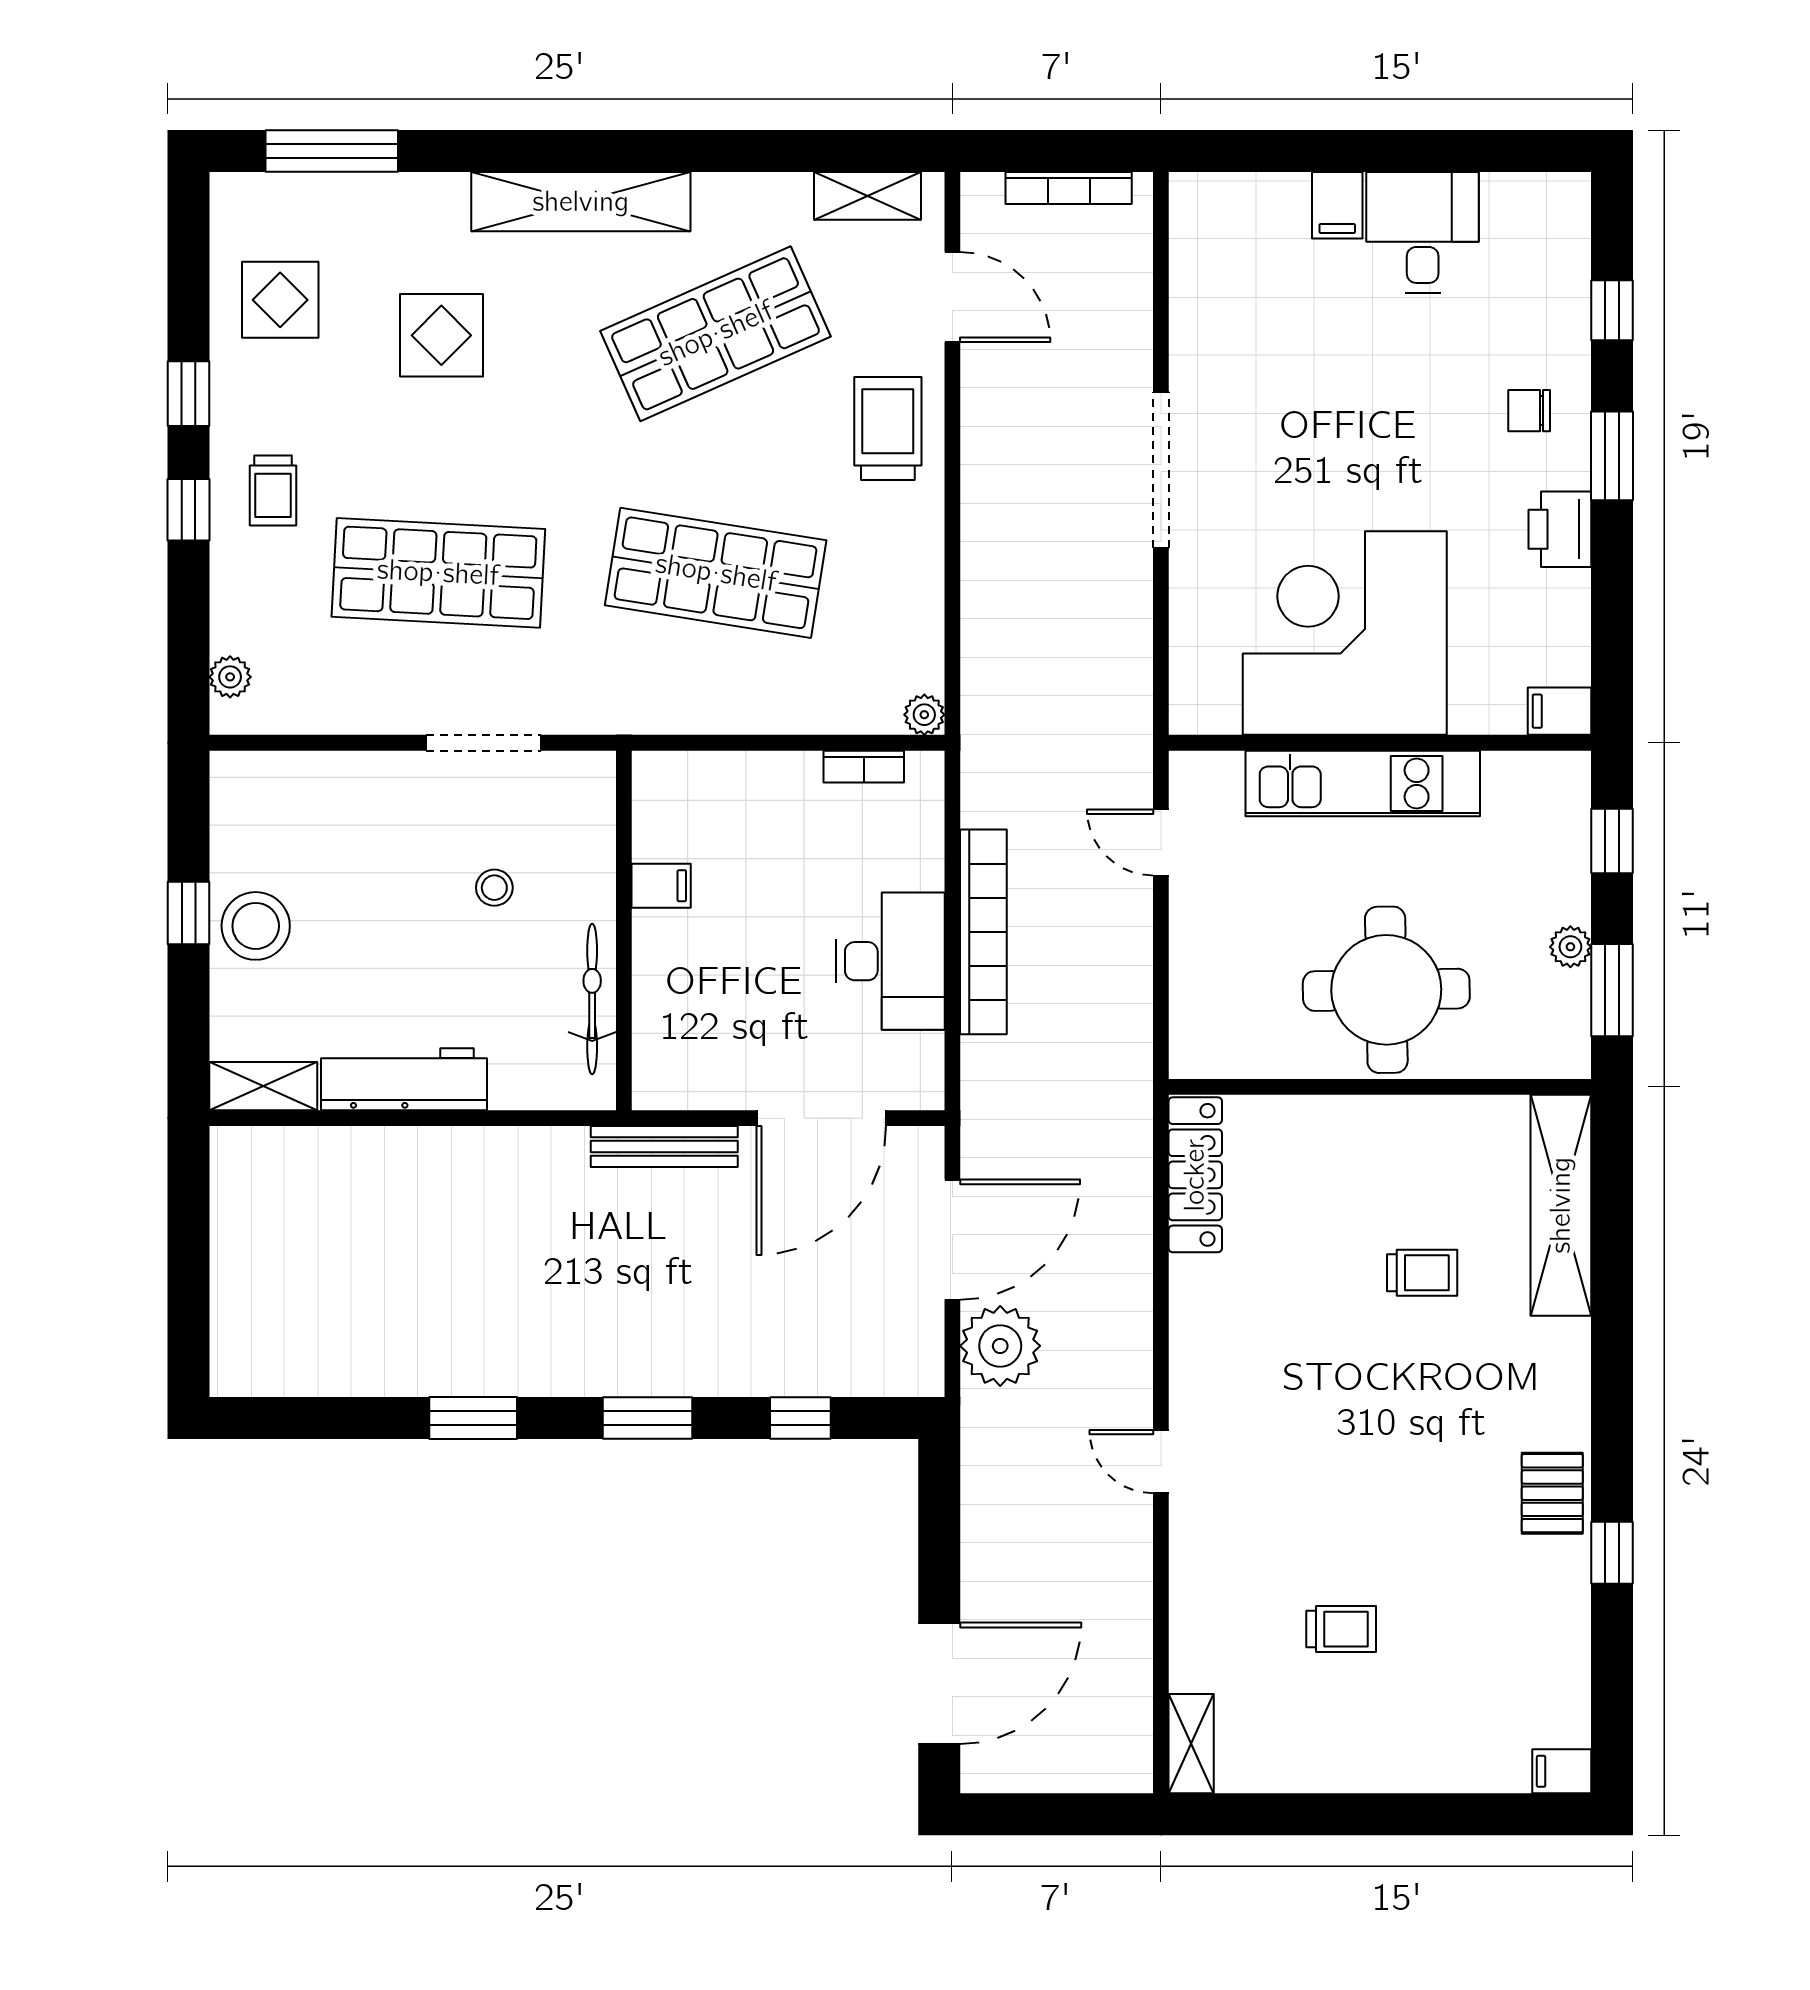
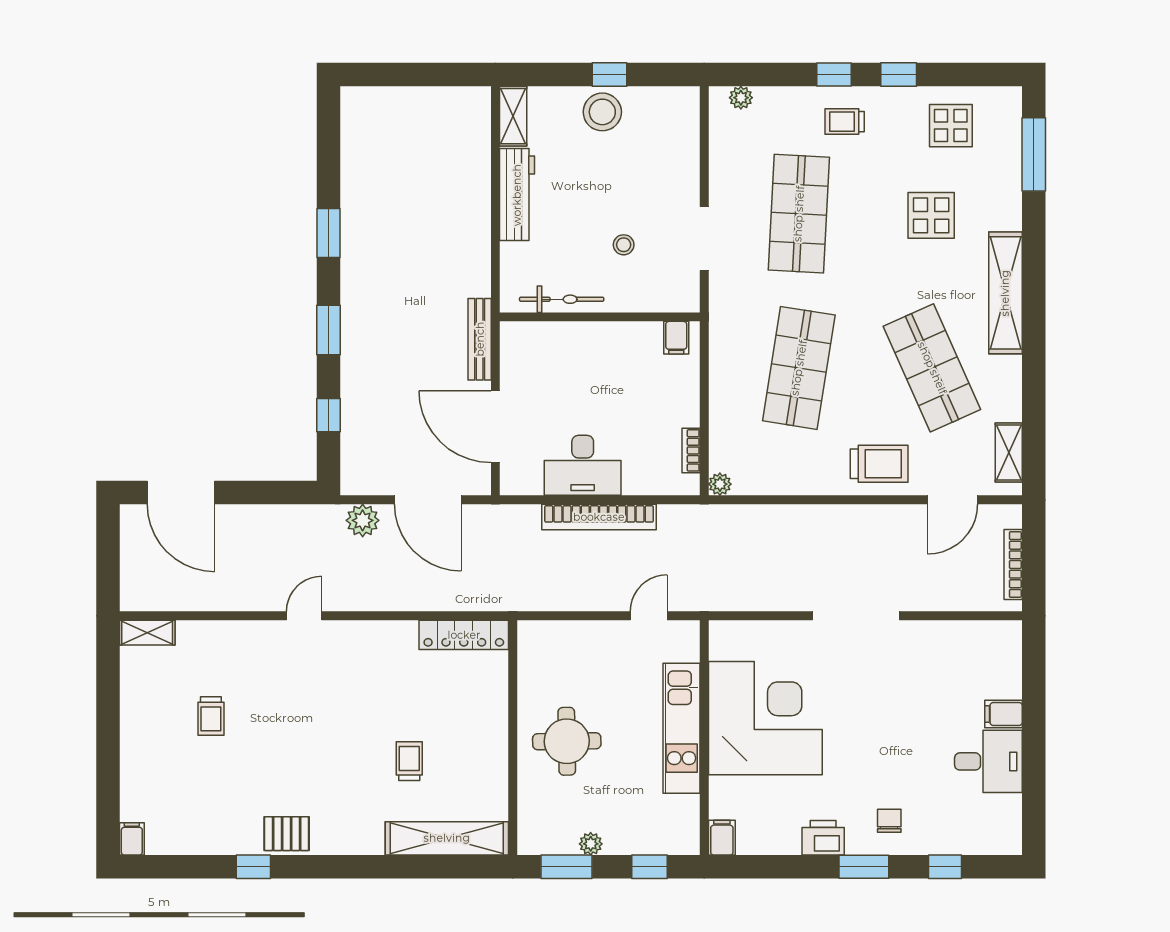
filing cabinet: (661, 886) -> (676, 338), moved
round table: (1386, 990) -> (567, 741), width x0.73, depth x0.73
trolley: (1422, 1273) -> (409, 761), turned 180
plant: (1000, 1346) -> (363, 520), width x0.73, depth x0.73

